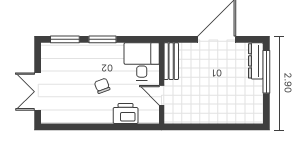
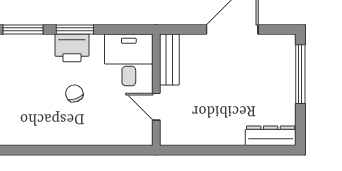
dresser: (256, 61) -> (271, 136), moved, turned 90
printer: (126, 113) -> (72, 48), moved, turned 180

